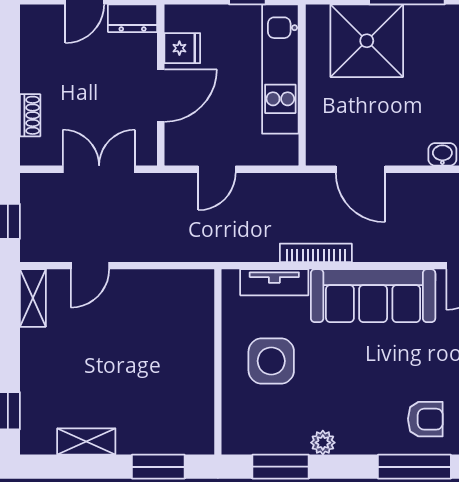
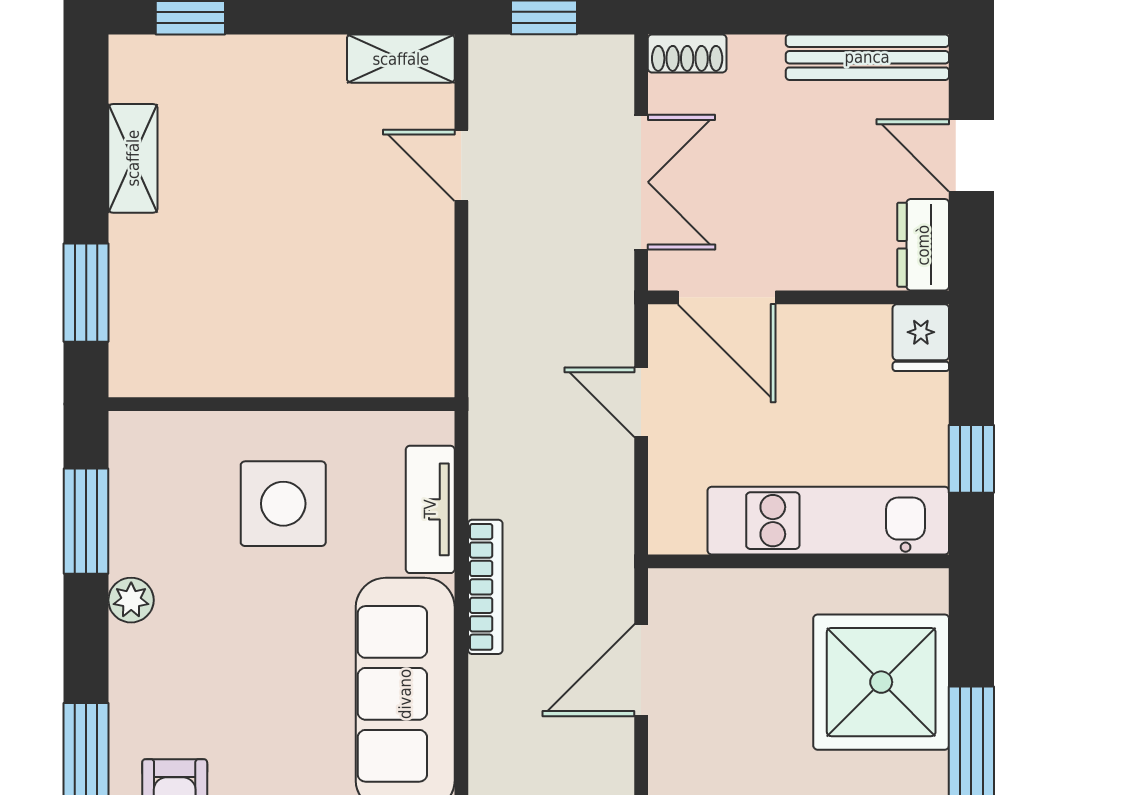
bench: (32, 48) -> (867, 57), added
fridge: (182, 48) -> (921, 338), moved
door: (161, 96) -> (727, 297), moved
shoe rack: (30, 115) -> (687, 53), moved

